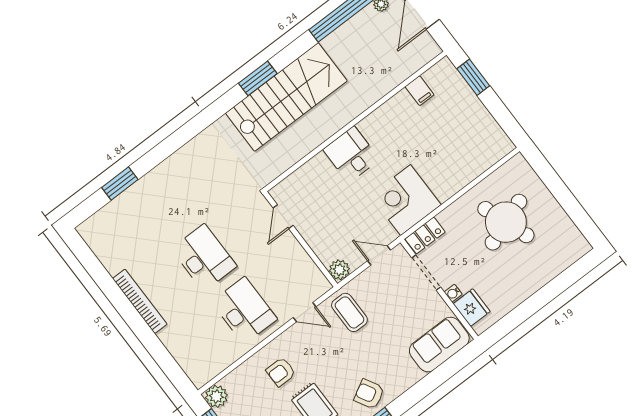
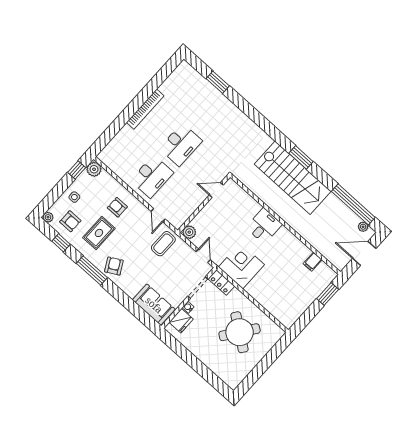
round table: (506, 222) -> (240, 332), turned -34

